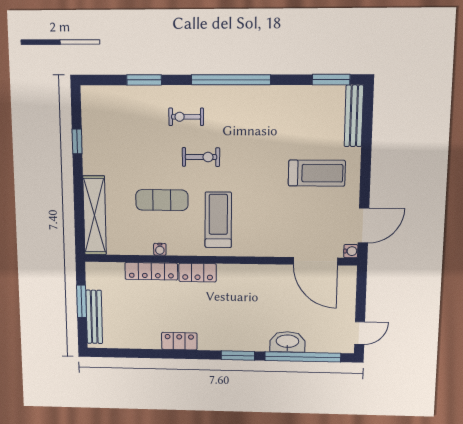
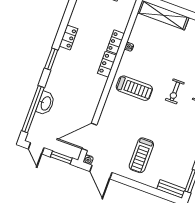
bench: (354, 116) -> (171, 189), width x0.73
exercise mat: (162, 200) -> (158, 59), removed
locker: (151, 271) -> (116, 42), width x0.66
window: (361, 292) -> (61, 158), added
window: (238, 355) -> (51, 59), moved

